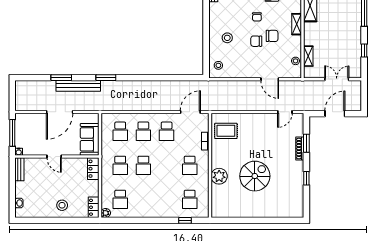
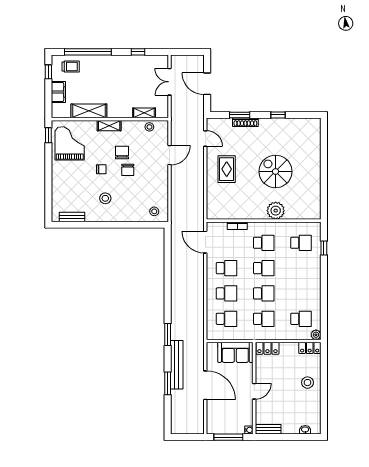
stool: (227, 38) -> (105, 198), moved
rug: (226, 131) -> (227, 169), moved
school desk: (167, 165) -> (264, 268), added

